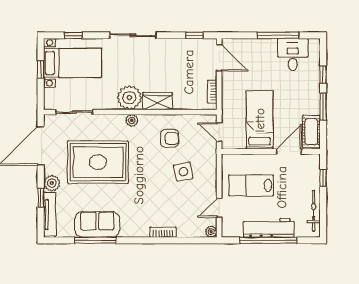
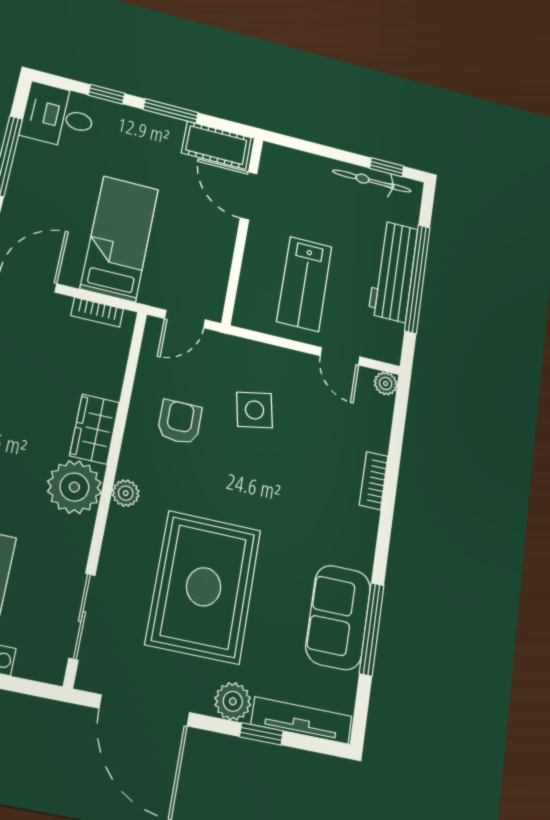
desk: (293, 55) -> (58, 116), moved
bed: (260, 120) -> (119, 239), moved, turned 90
window: (323, 178) -> (387, 167), moved

